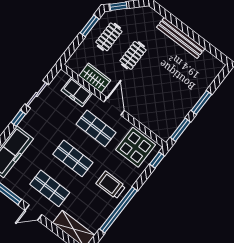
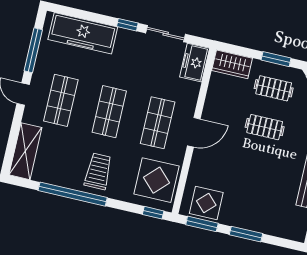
wardrobe: (95, 78) -> (232, 64), moved, turned 90
freezer: (77, 92) -> (195, 63), moved
display table: (167, 120) -> (206, 203), added

